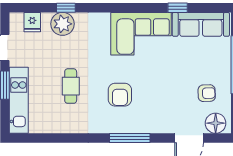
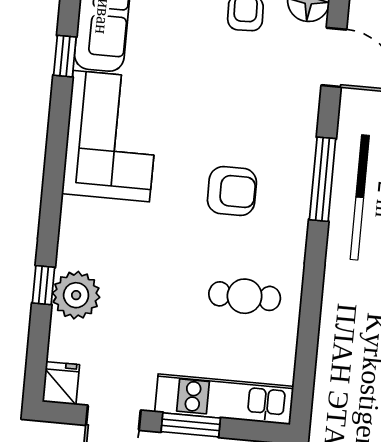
fridge: (32, 22) -> (61, 383), moved, turned -90
cafe table: (71, 86) -> (245, 296), moved

